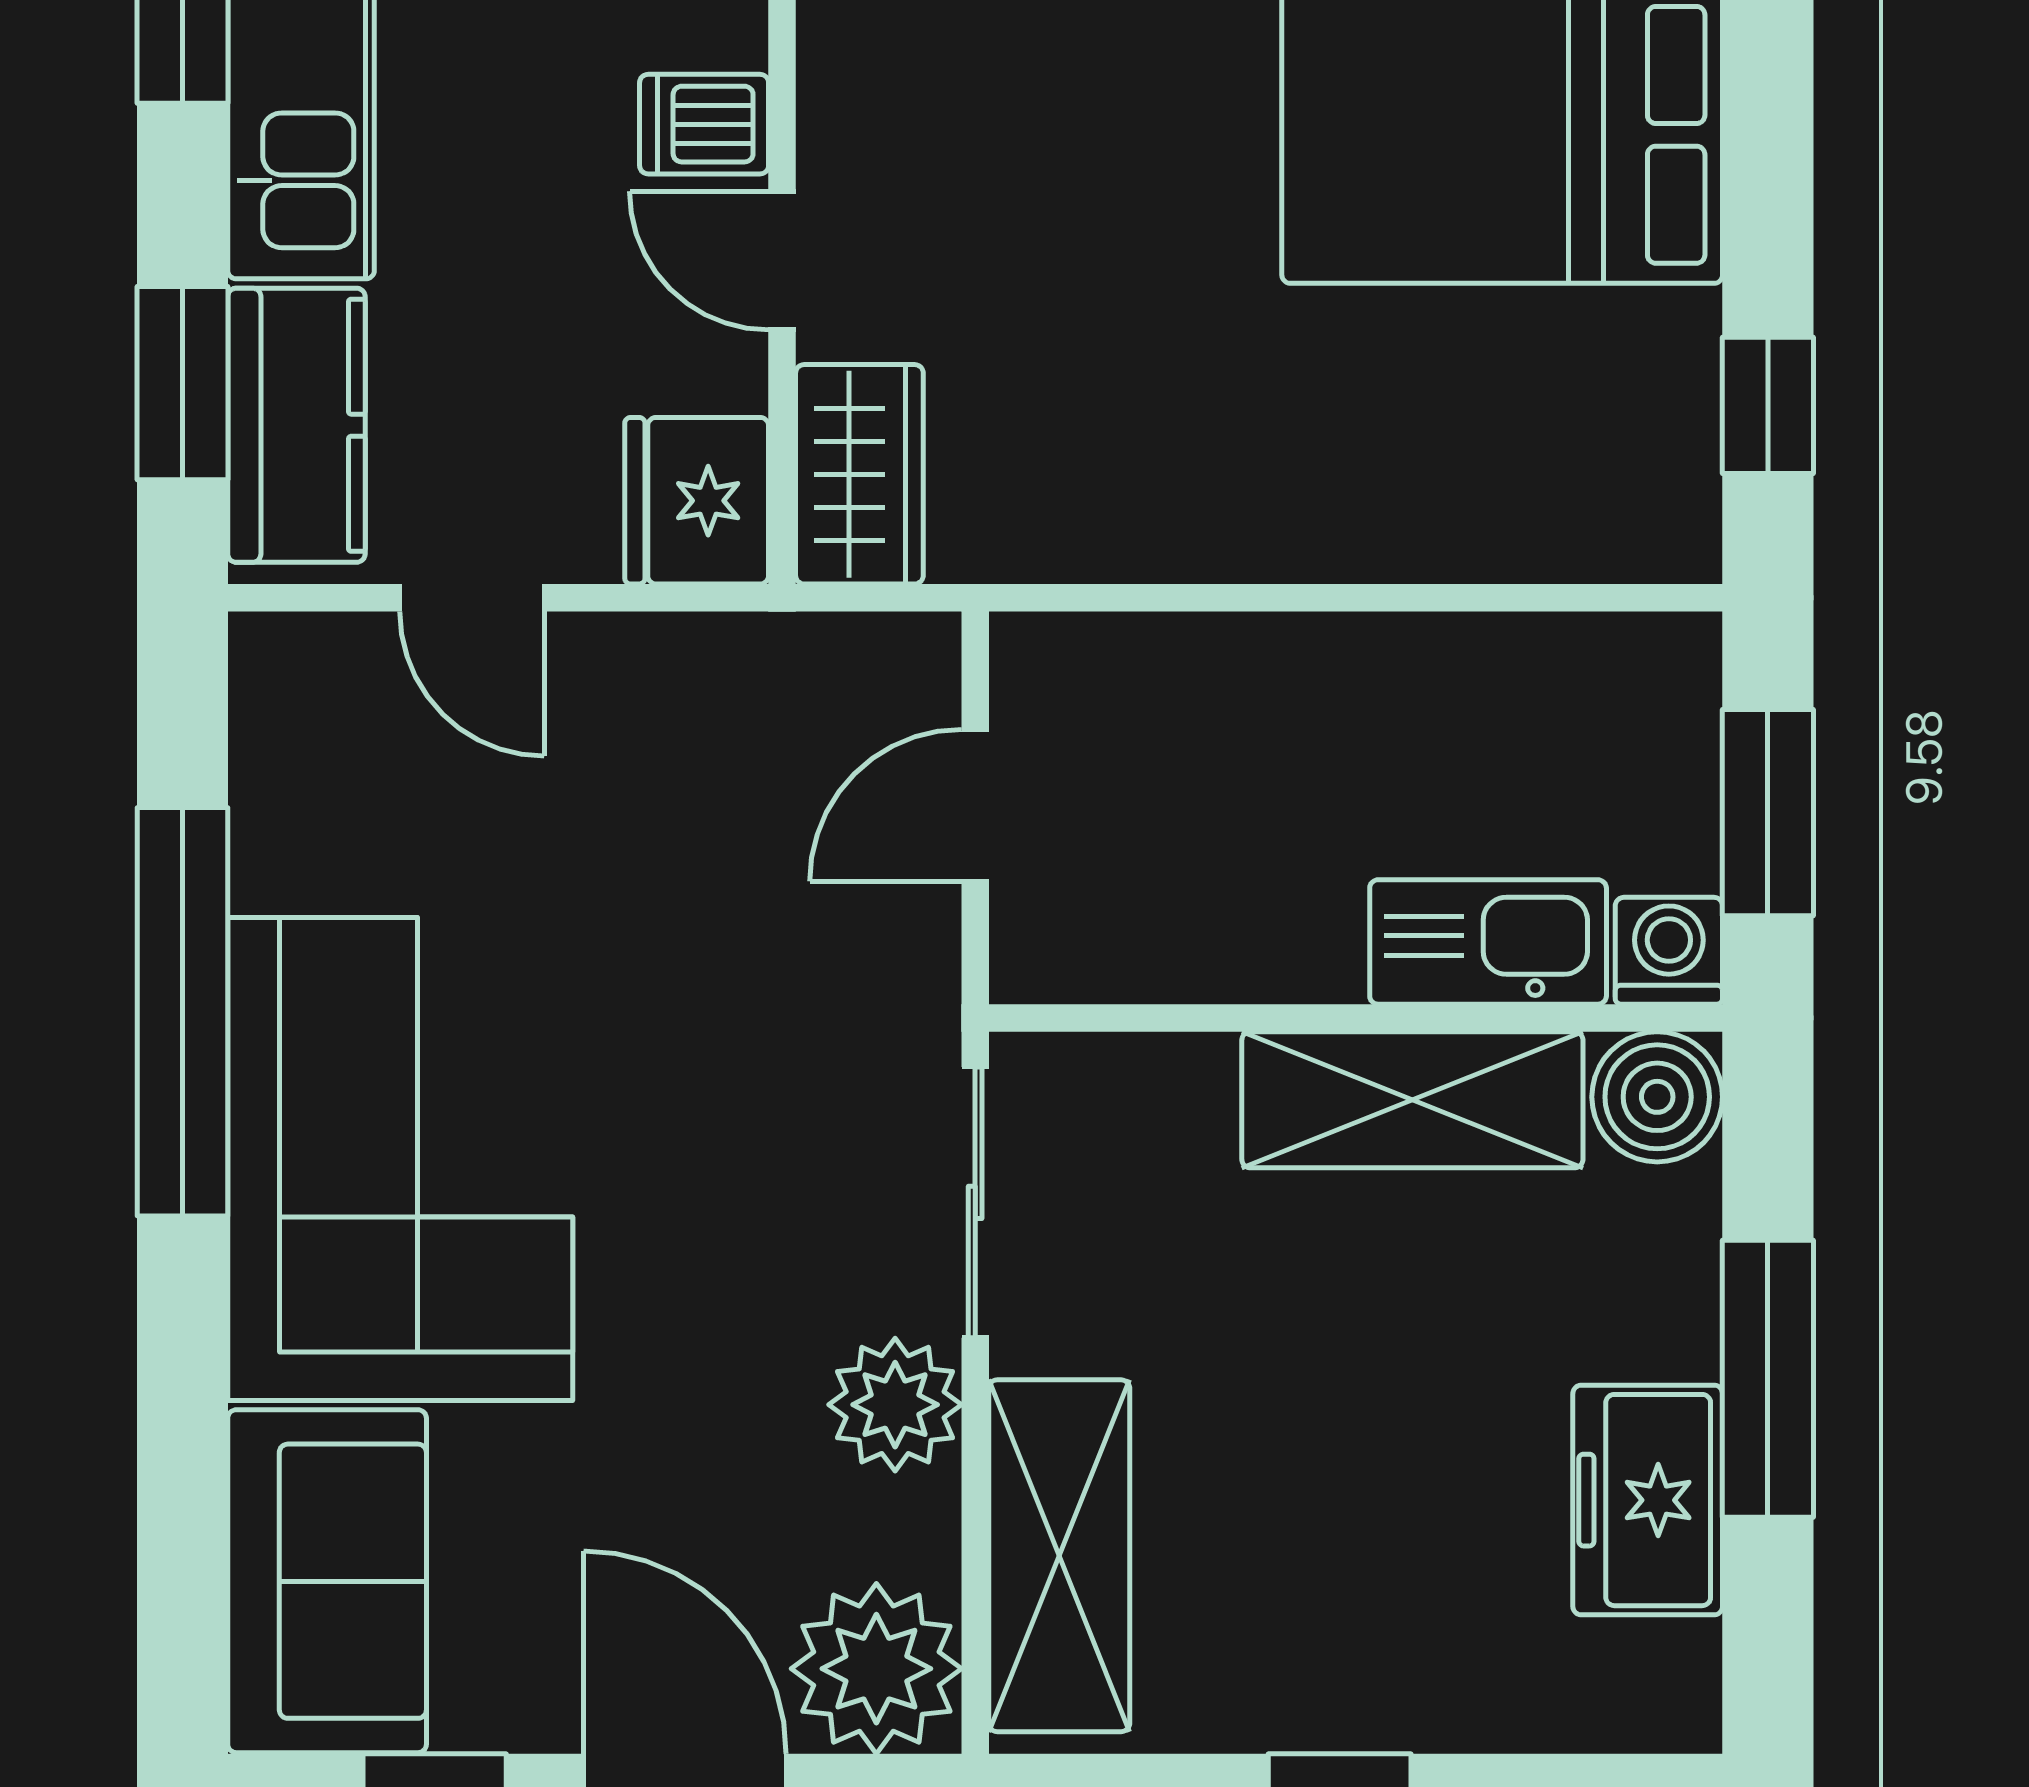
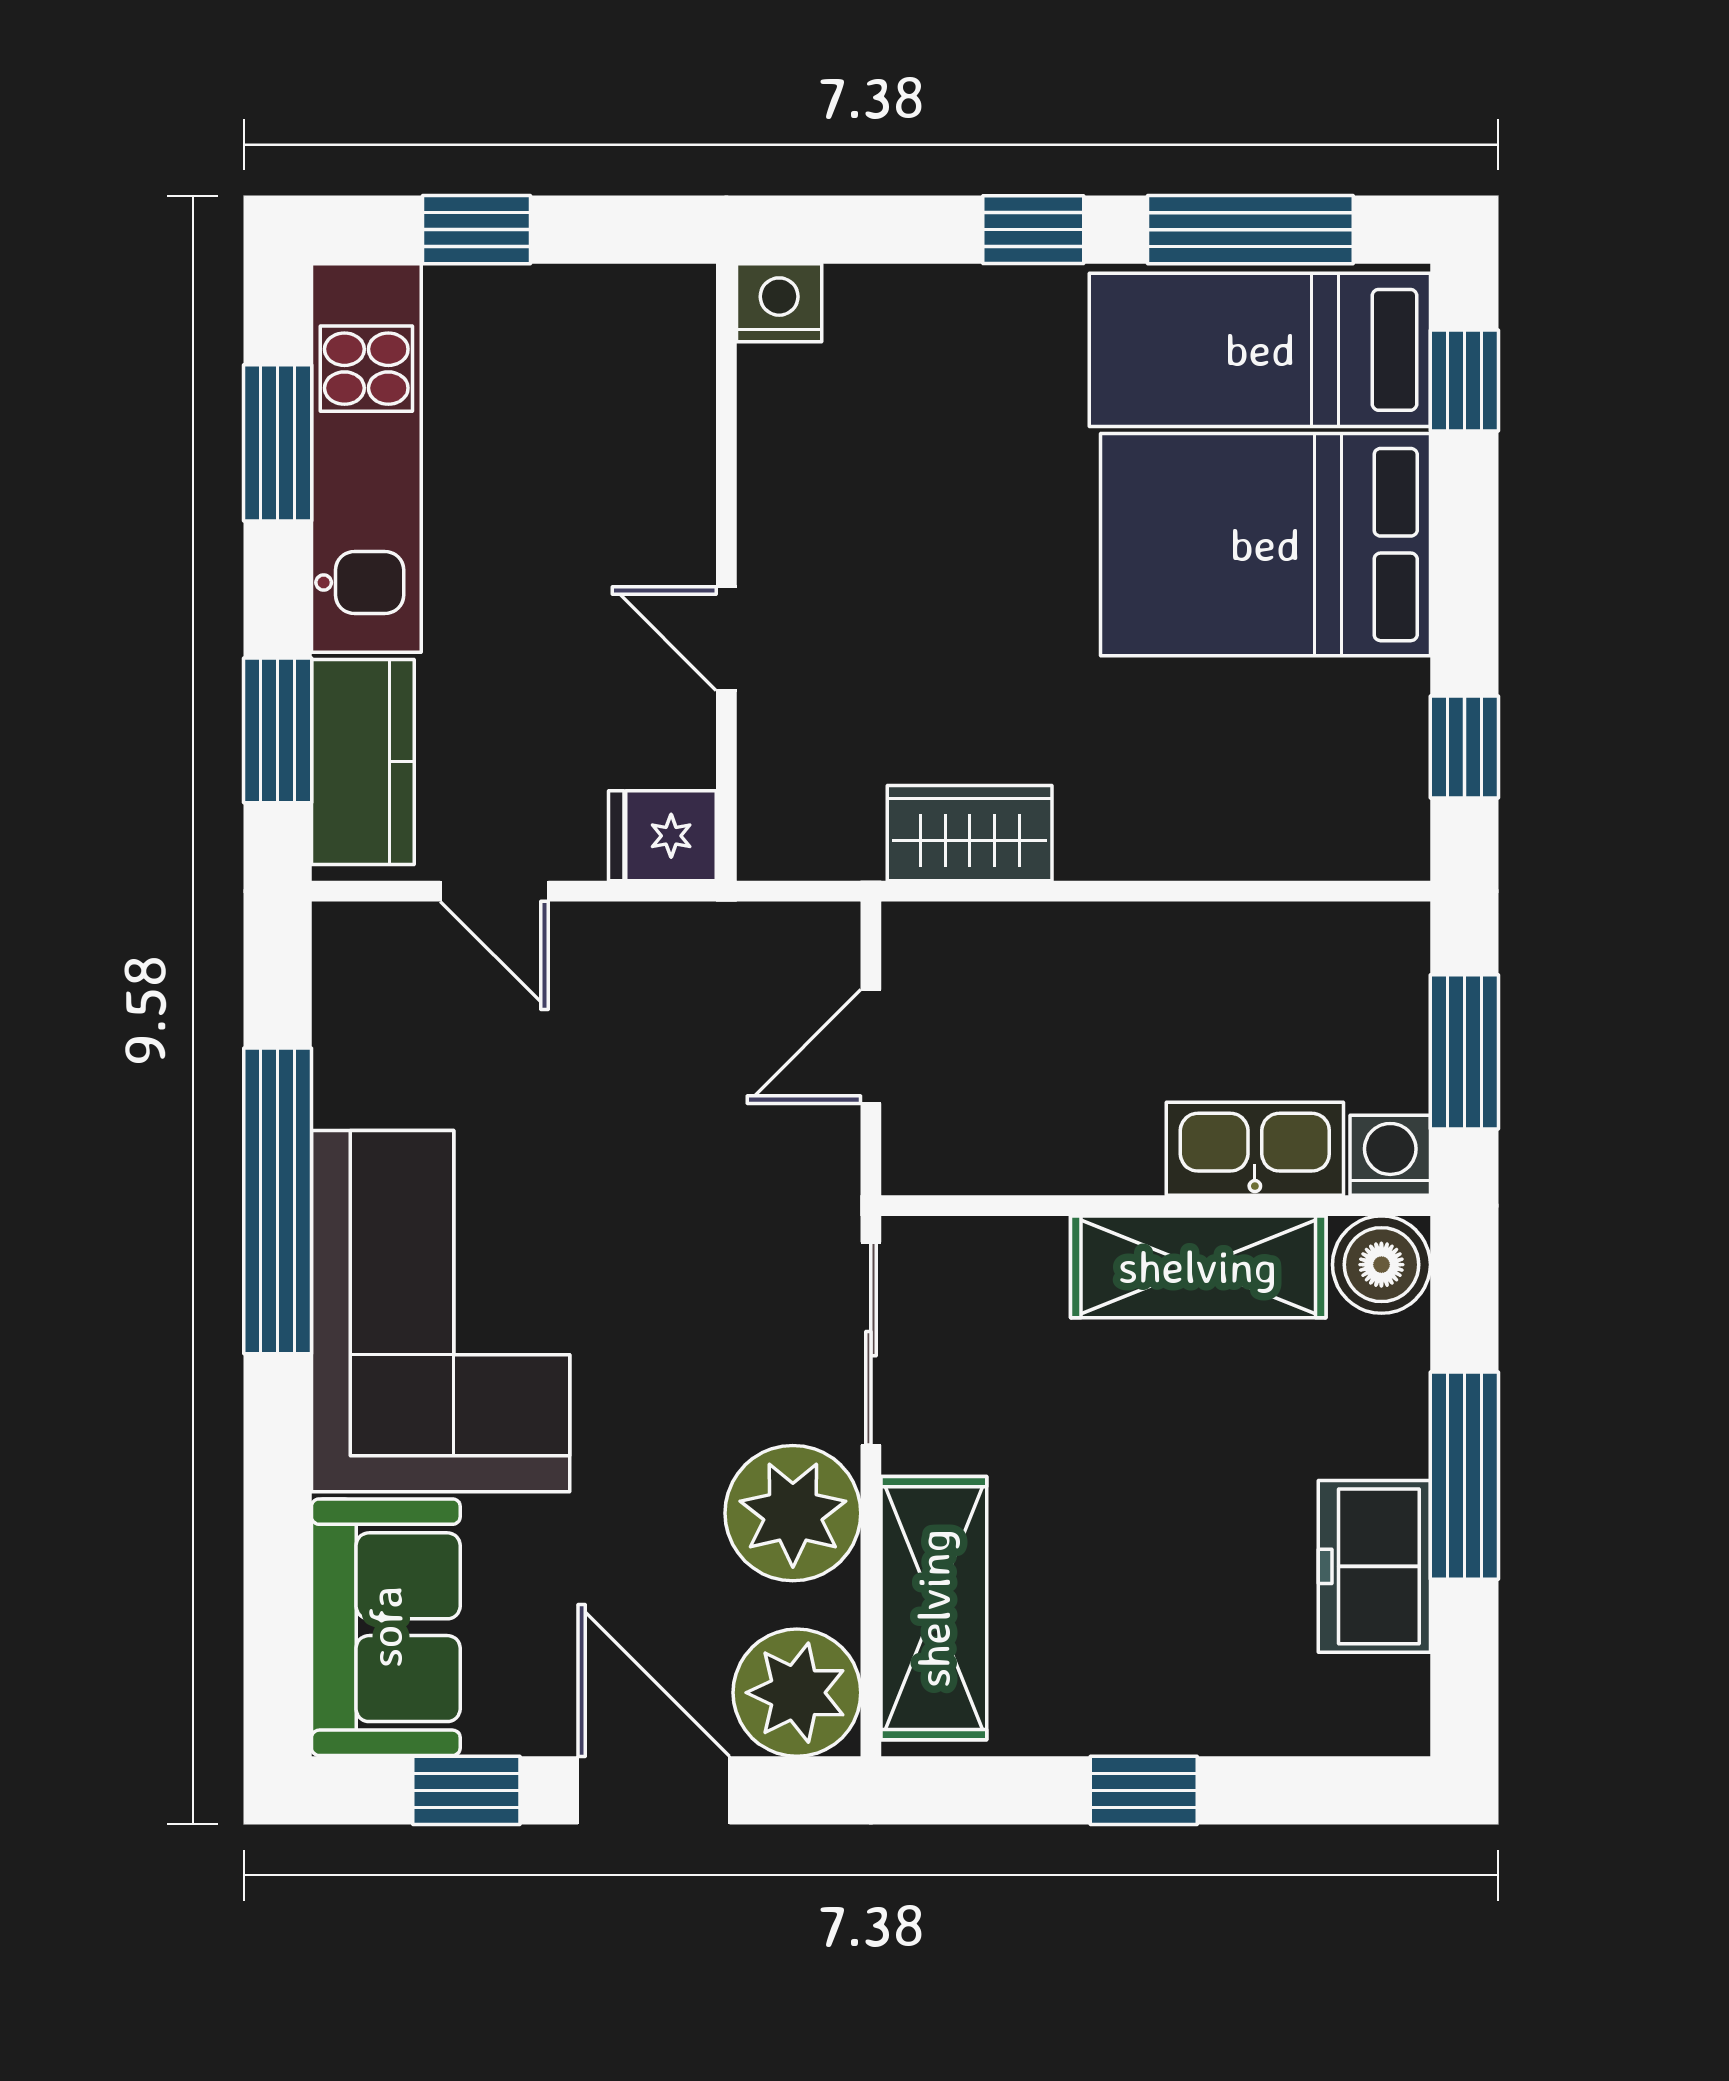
dishwasher: (704, 124) -> (668, 537), removed
wardrobe: (859, 474) -> (970, 833), moved, turned -90
fridge: (697, 501) -> (662, 836), width x0.72
plant: (895, 1405) -> (793, 1513), width x1.36, depth x1.36

